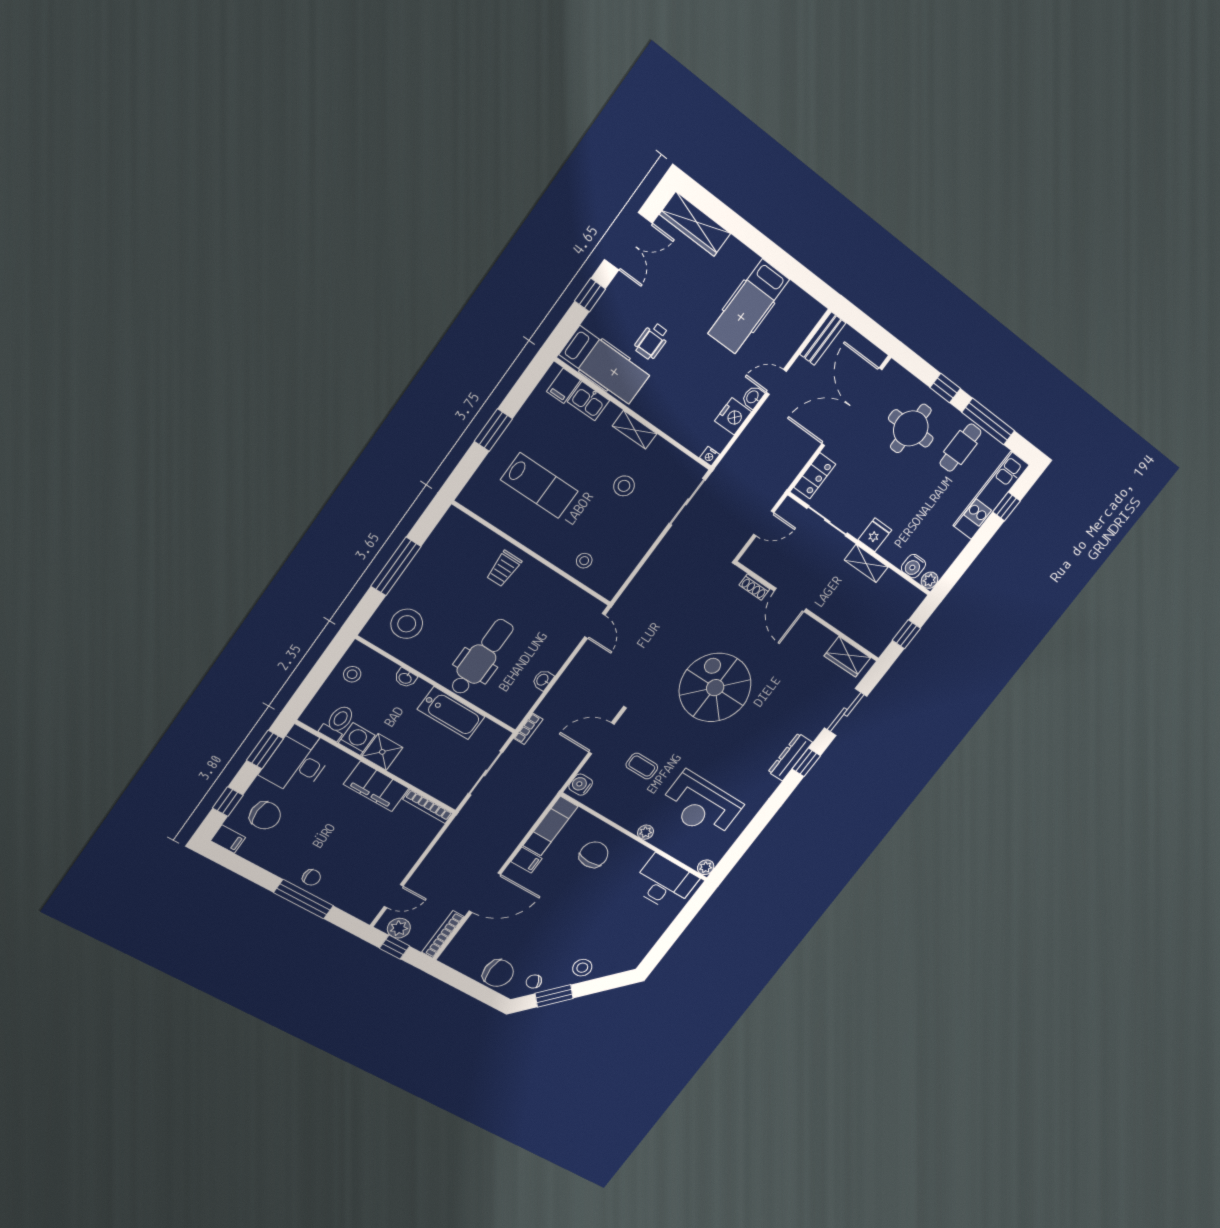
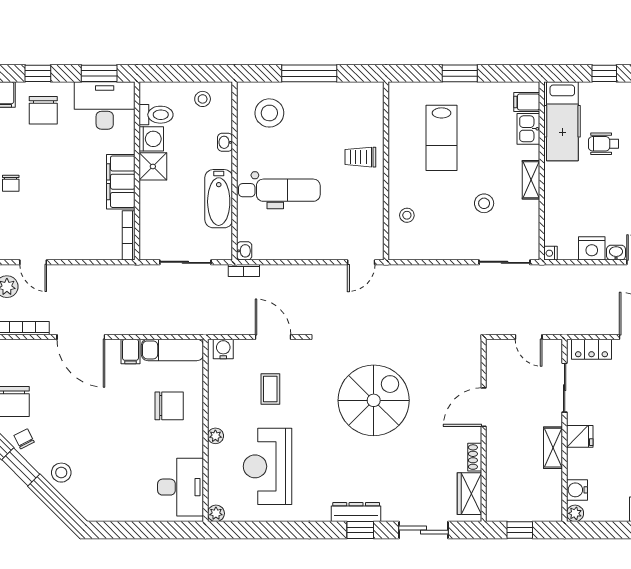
shoe rack: (754, 587) -> (475, 457), moved
washbasin: (543, 680) -> (244, 251), moved, turned 90

